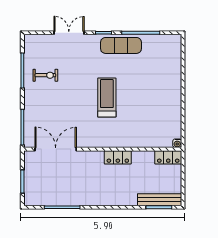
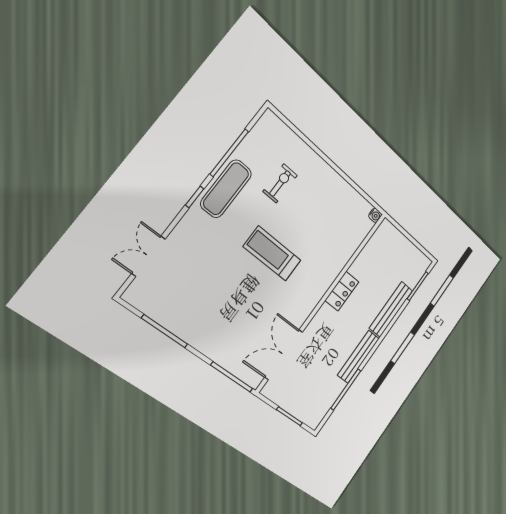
double door: (69, 33) -> (148, 256), moved
exercise bike: (45, 75) -> (280, 183), moved
locker: (168, 157) -> (381, 237), removed
bench: (87, 200) -> (358, 357), added
bench: (160, 200) -> (391, 309), moved

